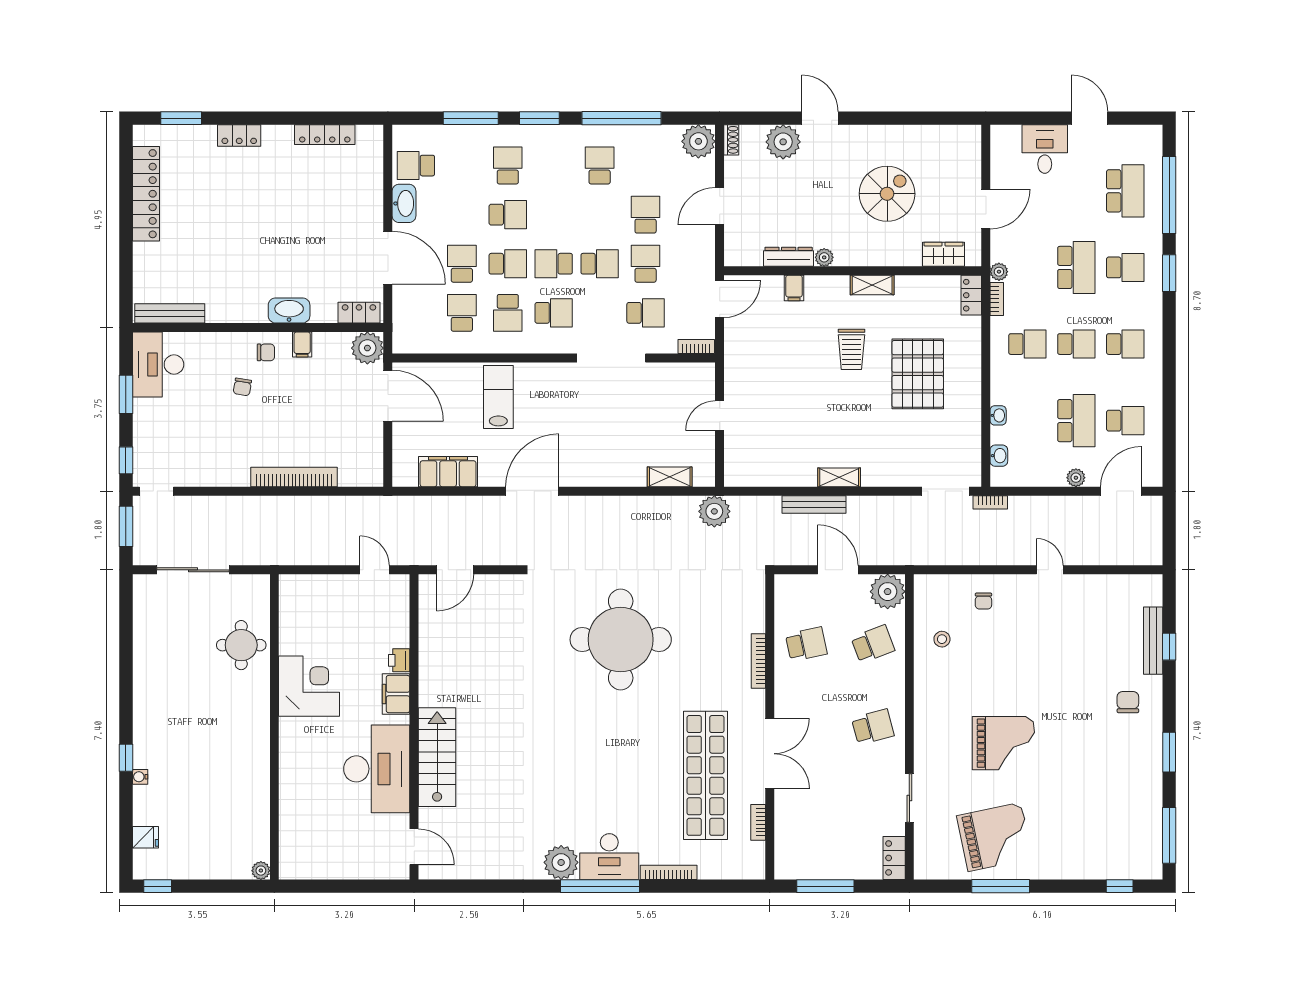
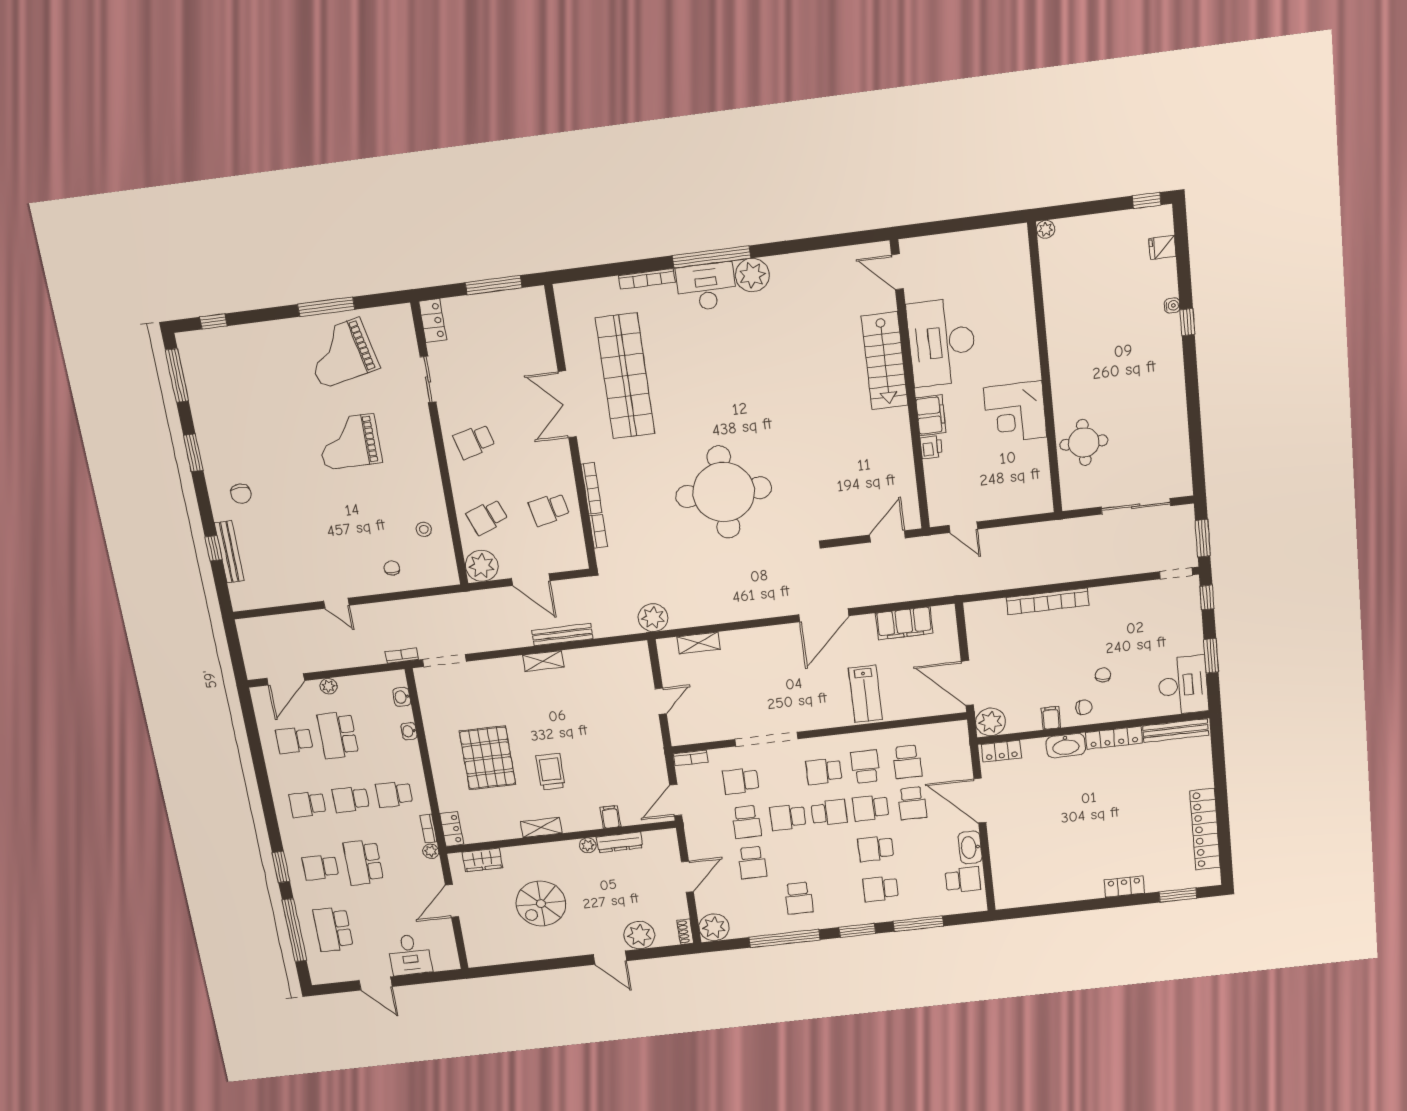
locker: (325, 135) -> (1114, 738), moved, turned 180
school desk: (508, 166) -> (881, 889), turned 90
chair: (266, 352) -> (1084, 707), turned 180
bookcase: (758, 822) -> (598, 531), moved

